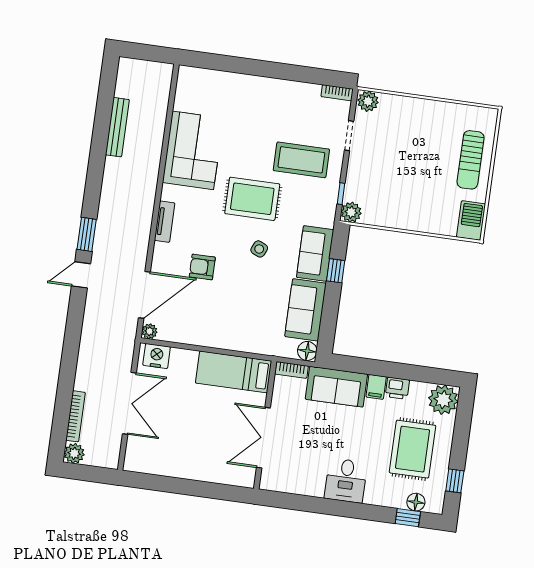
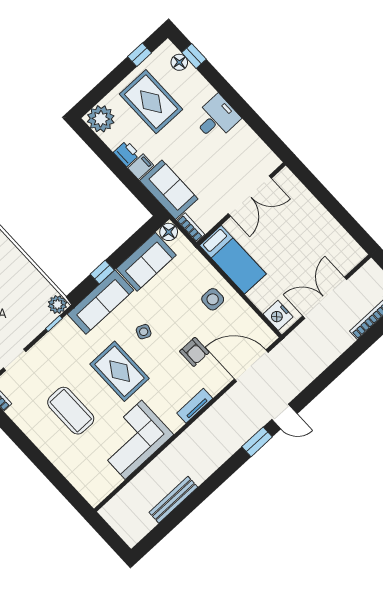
coffee table: (301, 160) -> (71, 411), moved
sofa: (315, 254) -> (100, 302), width x1.36
side table: (223, 324) -> (213, 299), added
plant: (149, 331) -> (269, 337), removed
rug: (413, 449) -> (151, 102), turned 90

